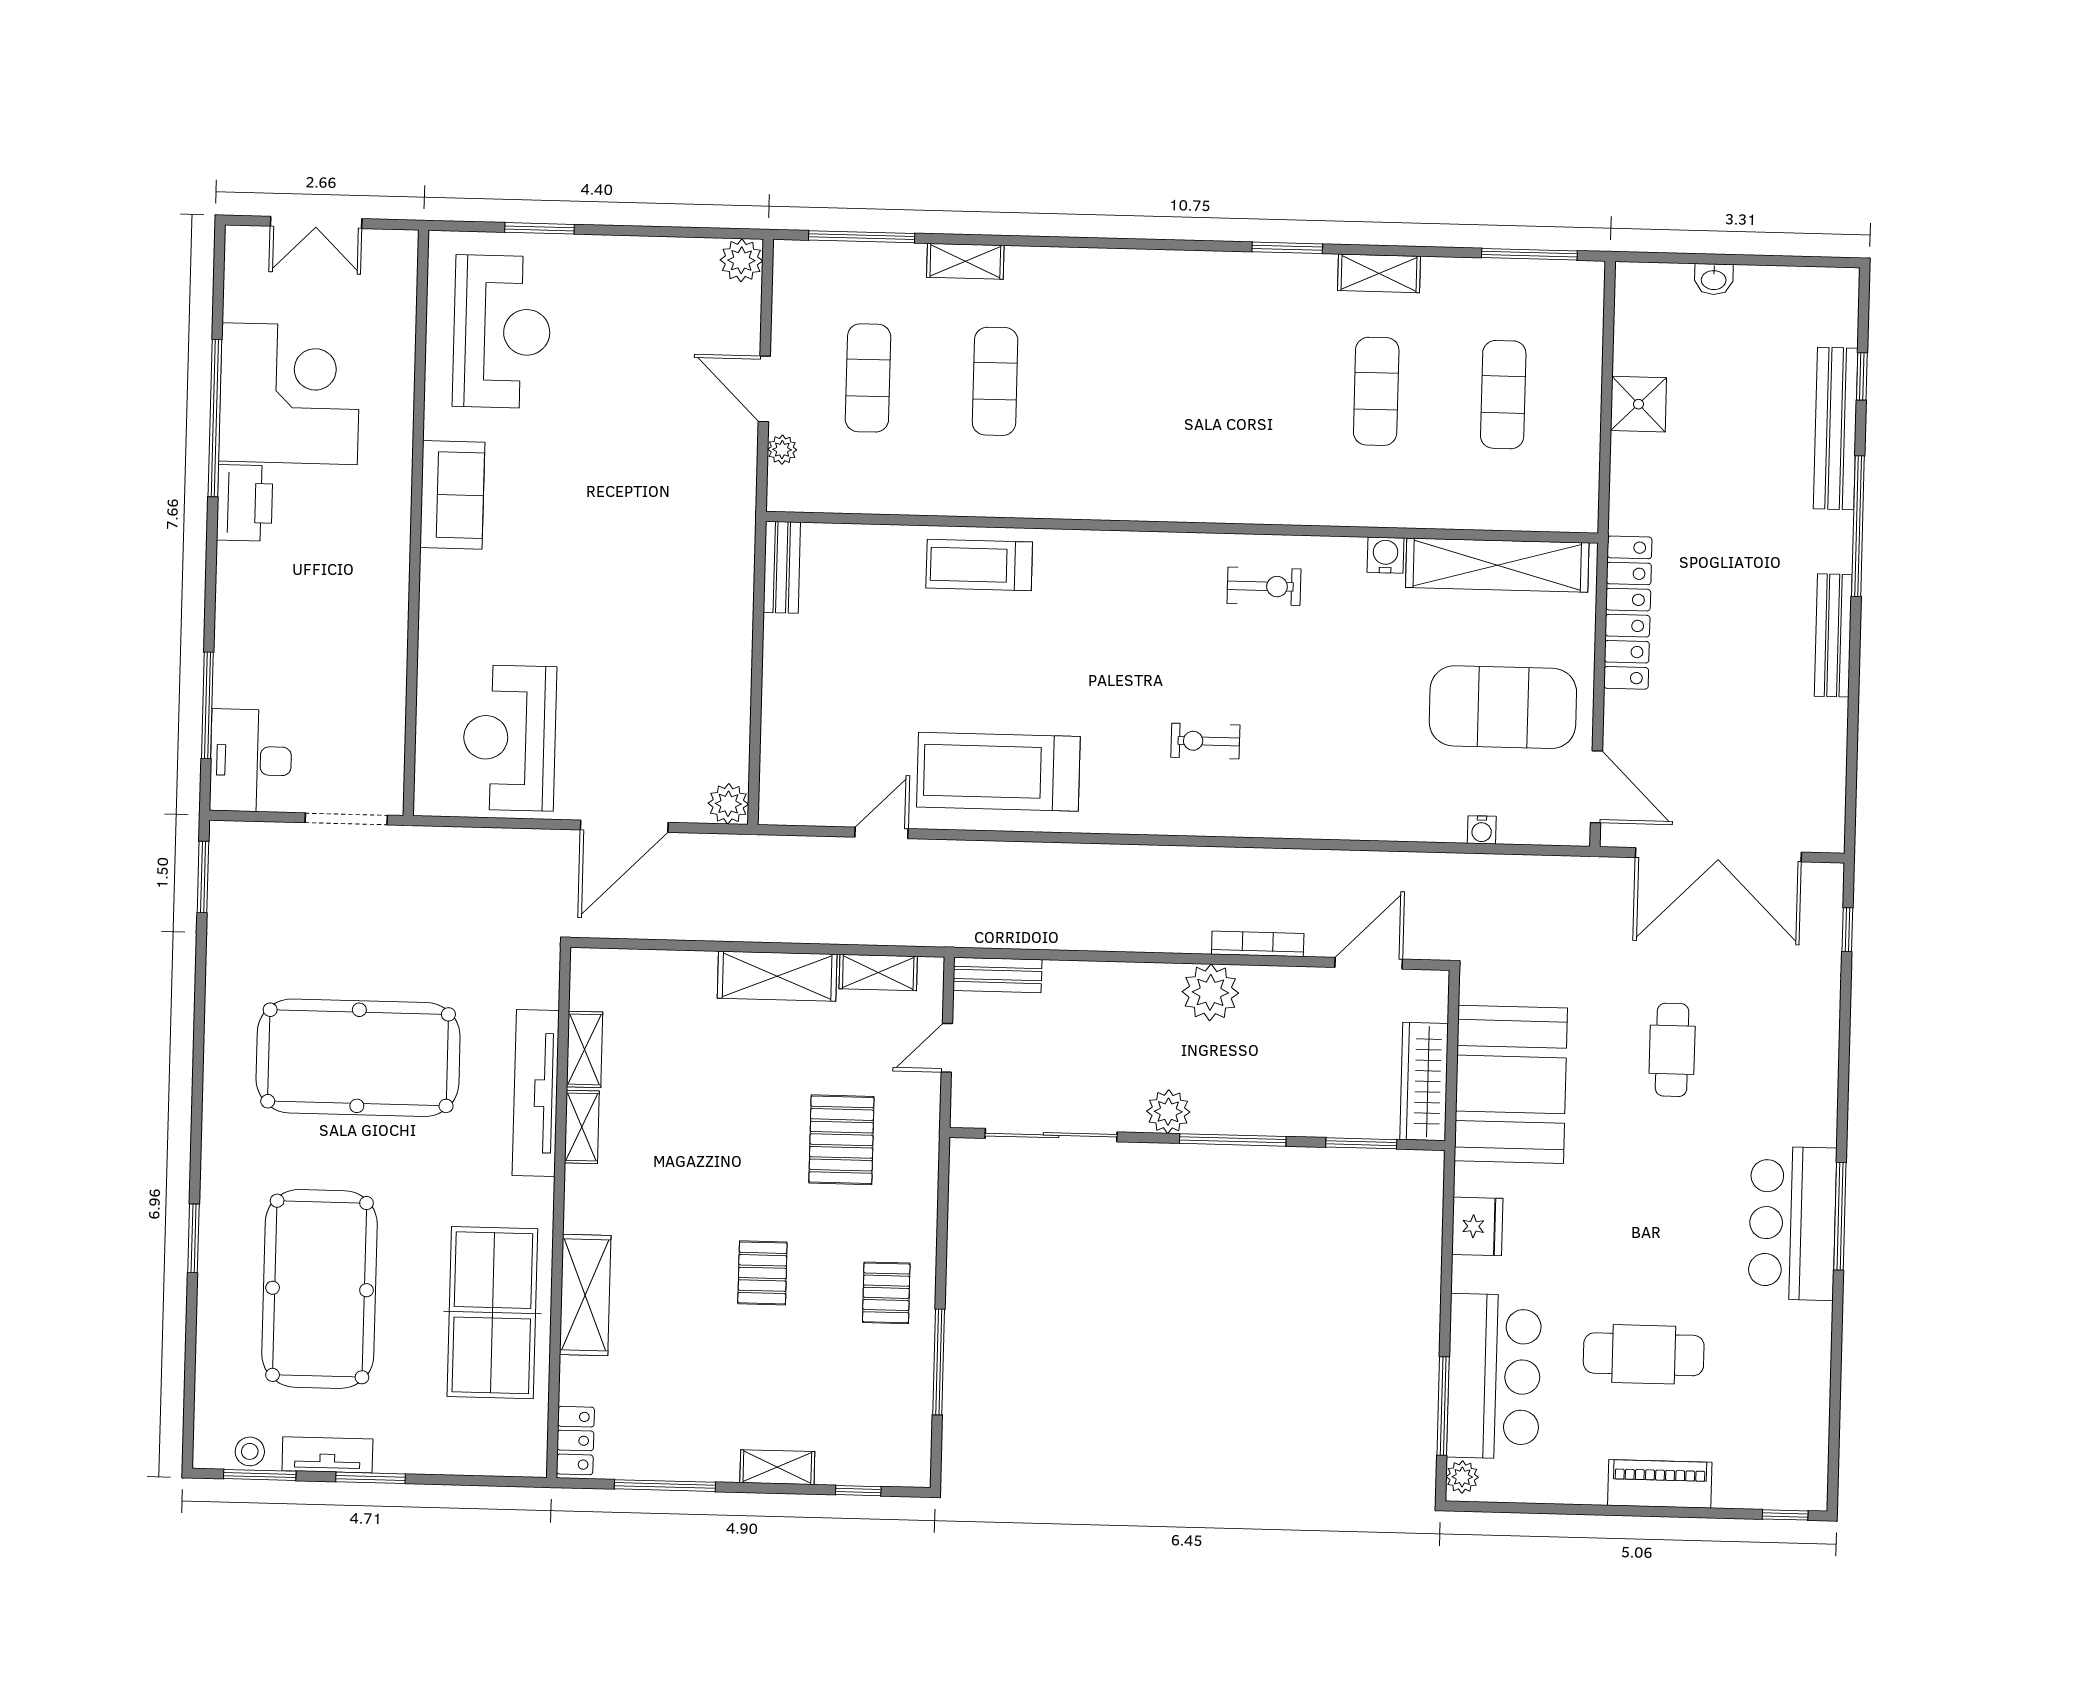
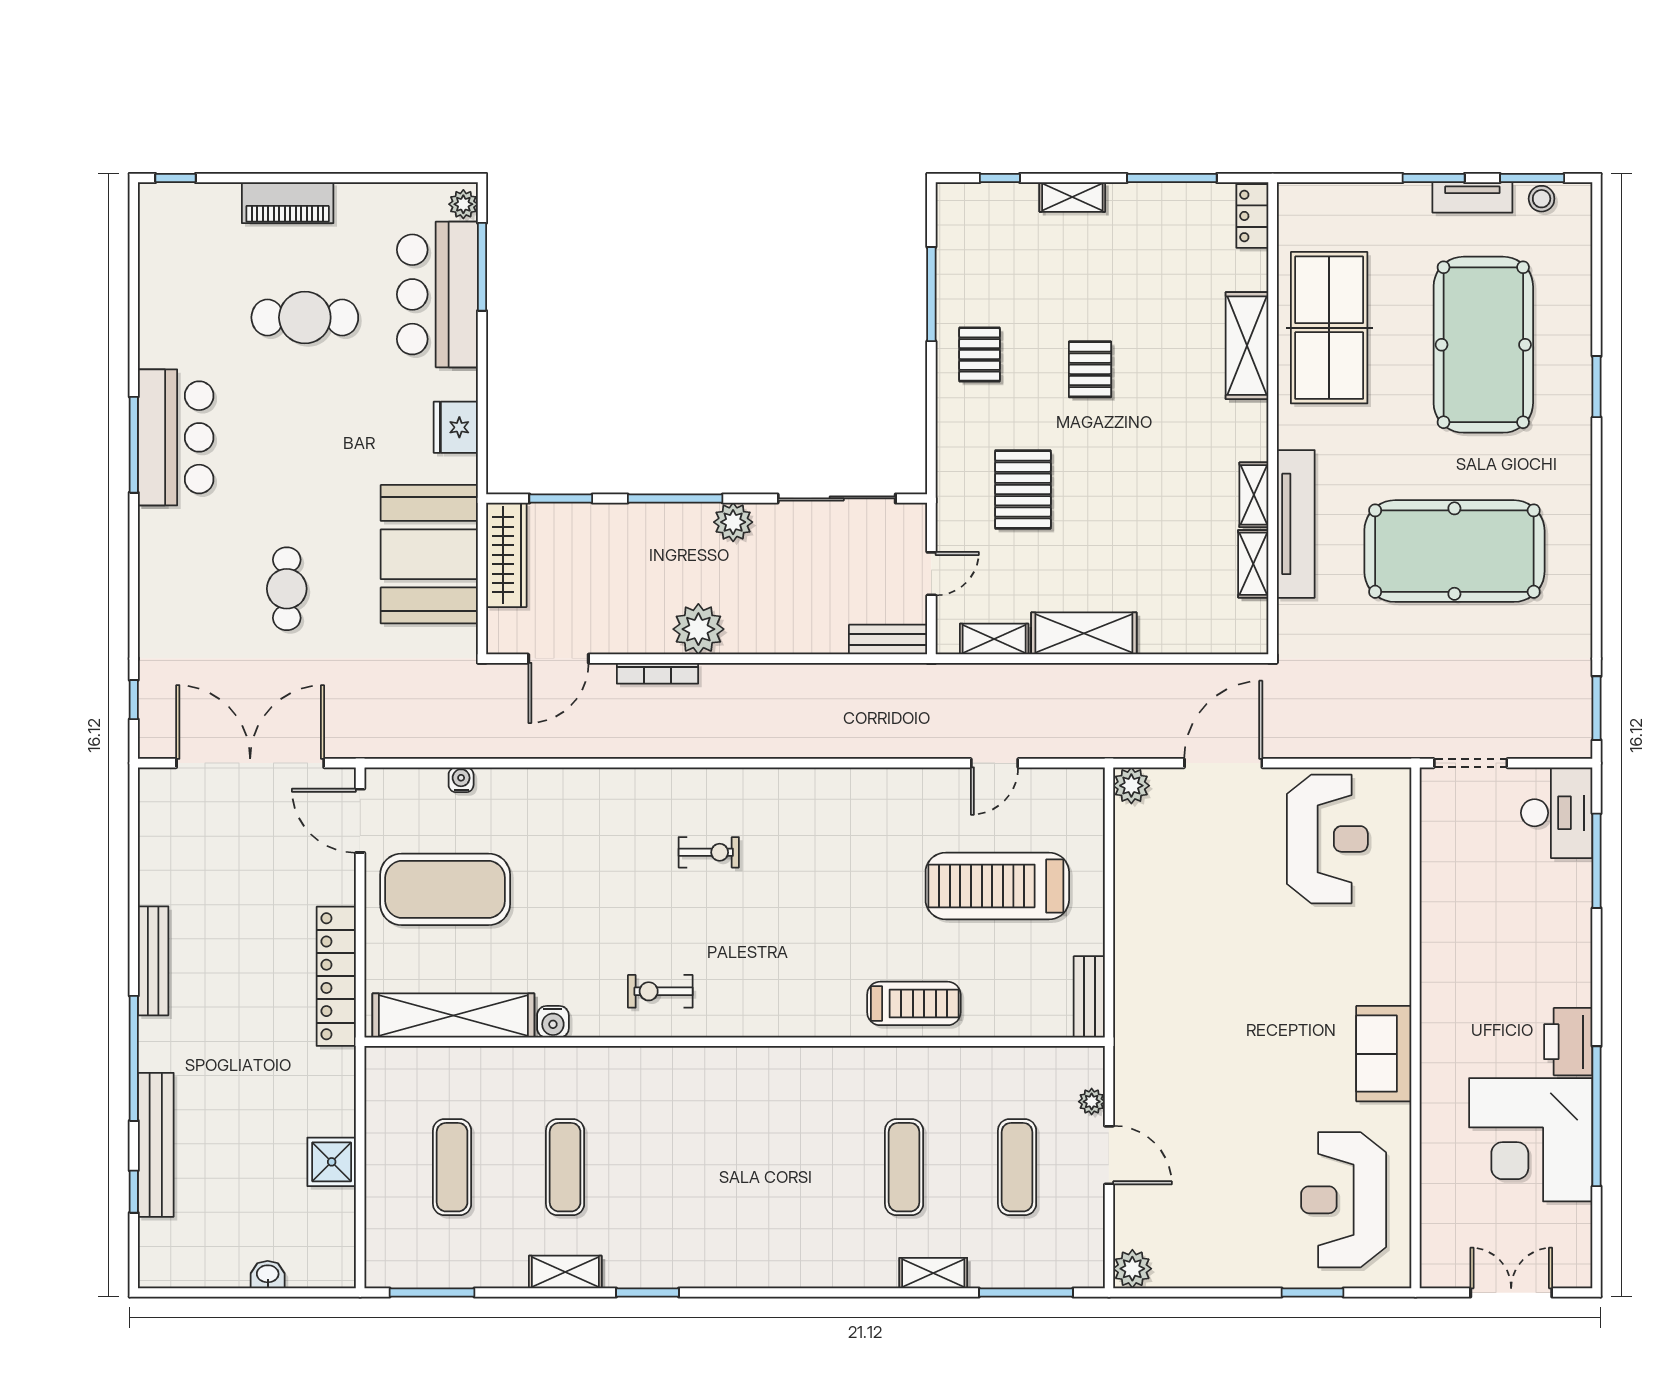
treadmill: (998, 772) -> (997, 886), moved, turned 180

